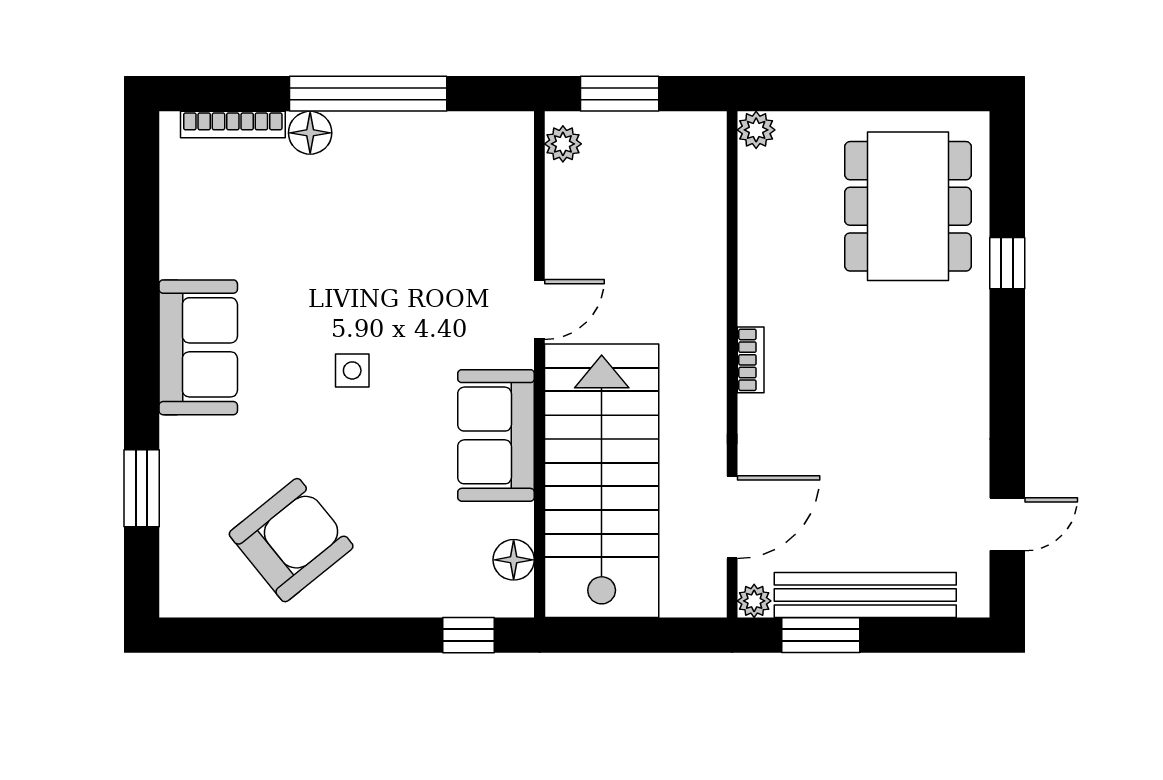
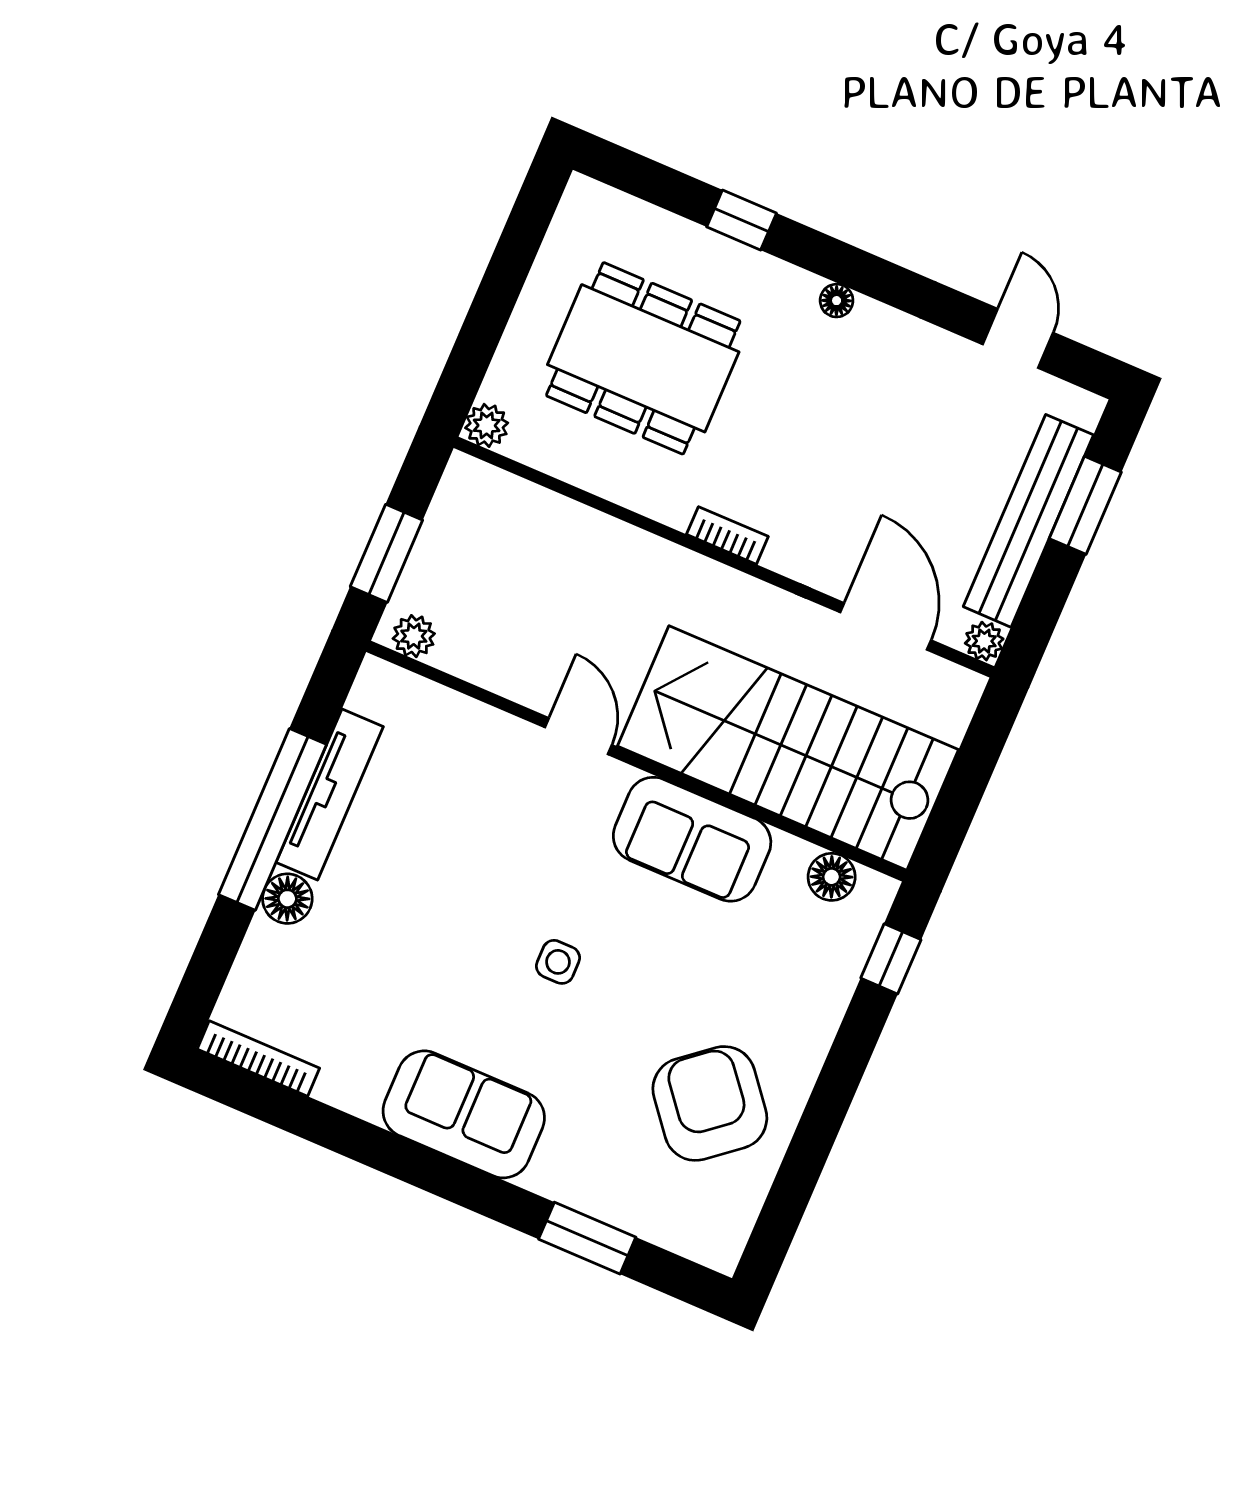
bookcase: (233, 125) -> (258, 1059), moved, turned -90
tv unit: (408, 131) -> (330, 795), added
dining table: (908, 206) -> (643, 358), moved
floor lamp: (975, 367) -> (837, 301), added
window: (821, 635) -> (1085, 505), moved

